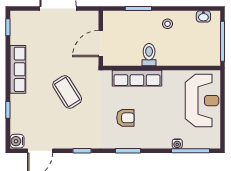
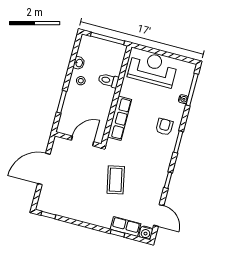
washbasin: (203, 16) -> (79, 63), moved
door: (101, 44) -> (83, 141), swing flipped
toilet: (149, 55) -> (108, 80), moved
row of seats: (18, 69) -> (126, 227), moved, width x0.68
coffee table: (67, 92) -> (116, 180), turned -70
armchair: (125, 118) -> (164, 127), moved

